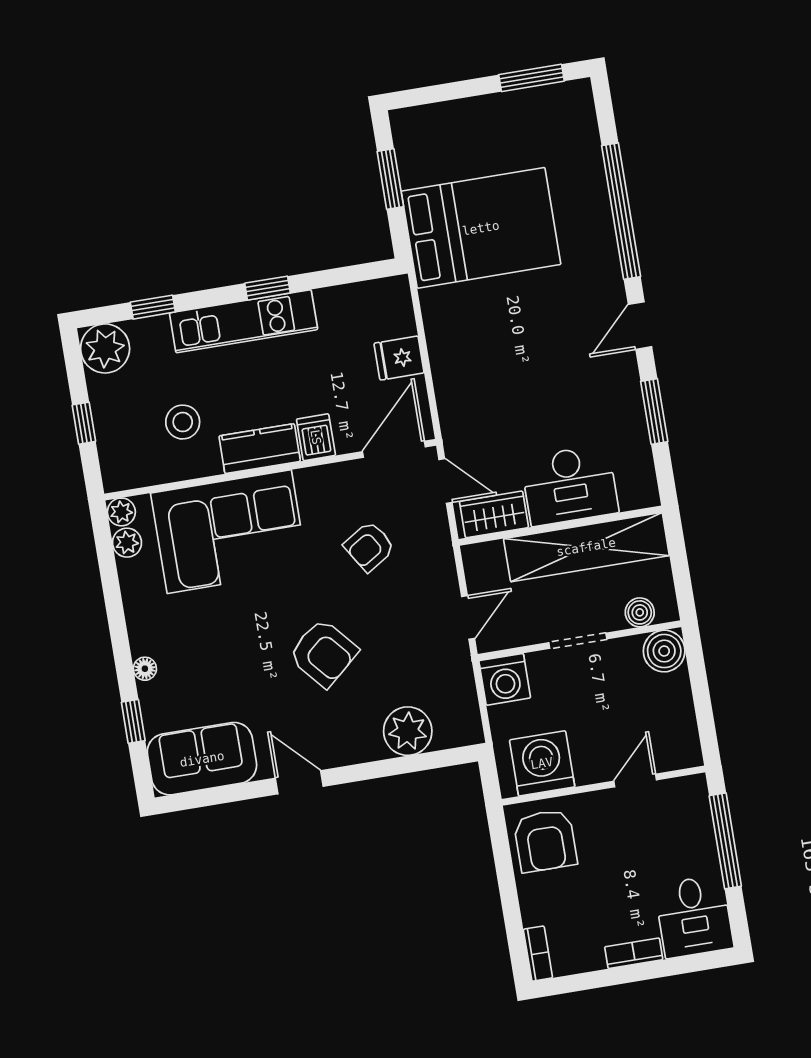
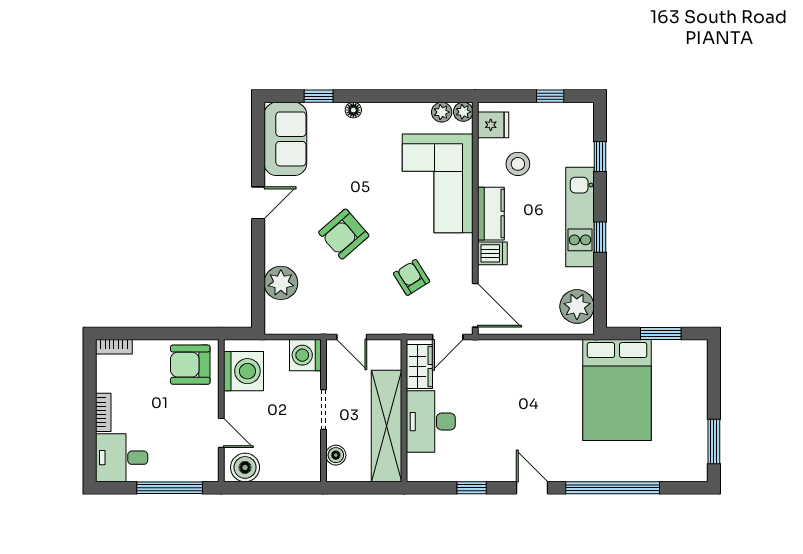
plant: (105, 348) -> (577, 306), moved
fridge: (399, 358) -> (493, 125), moved, turned 90
window: (654, 411) -> (472, 488), width x0.67
window: (84, 423) -> (550, 96), moved
boiler: (664, 651) -> (245, 467), moved

